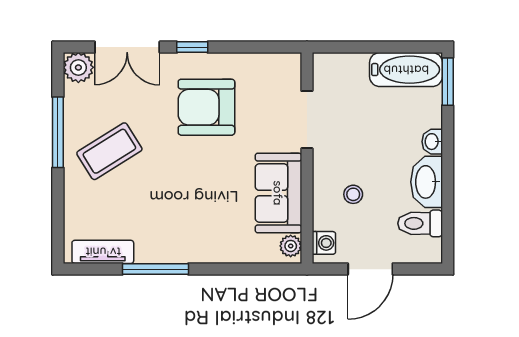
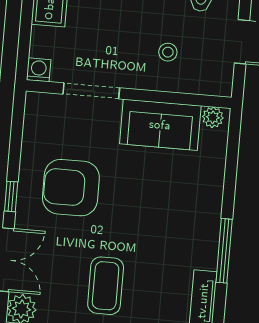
armchair: (206, 107) -> (71, 188), turned 90
coffee table: (109, 151) -> (106, 286), turned 32
washing machine: (324, 243) -> (39, 70), moved

